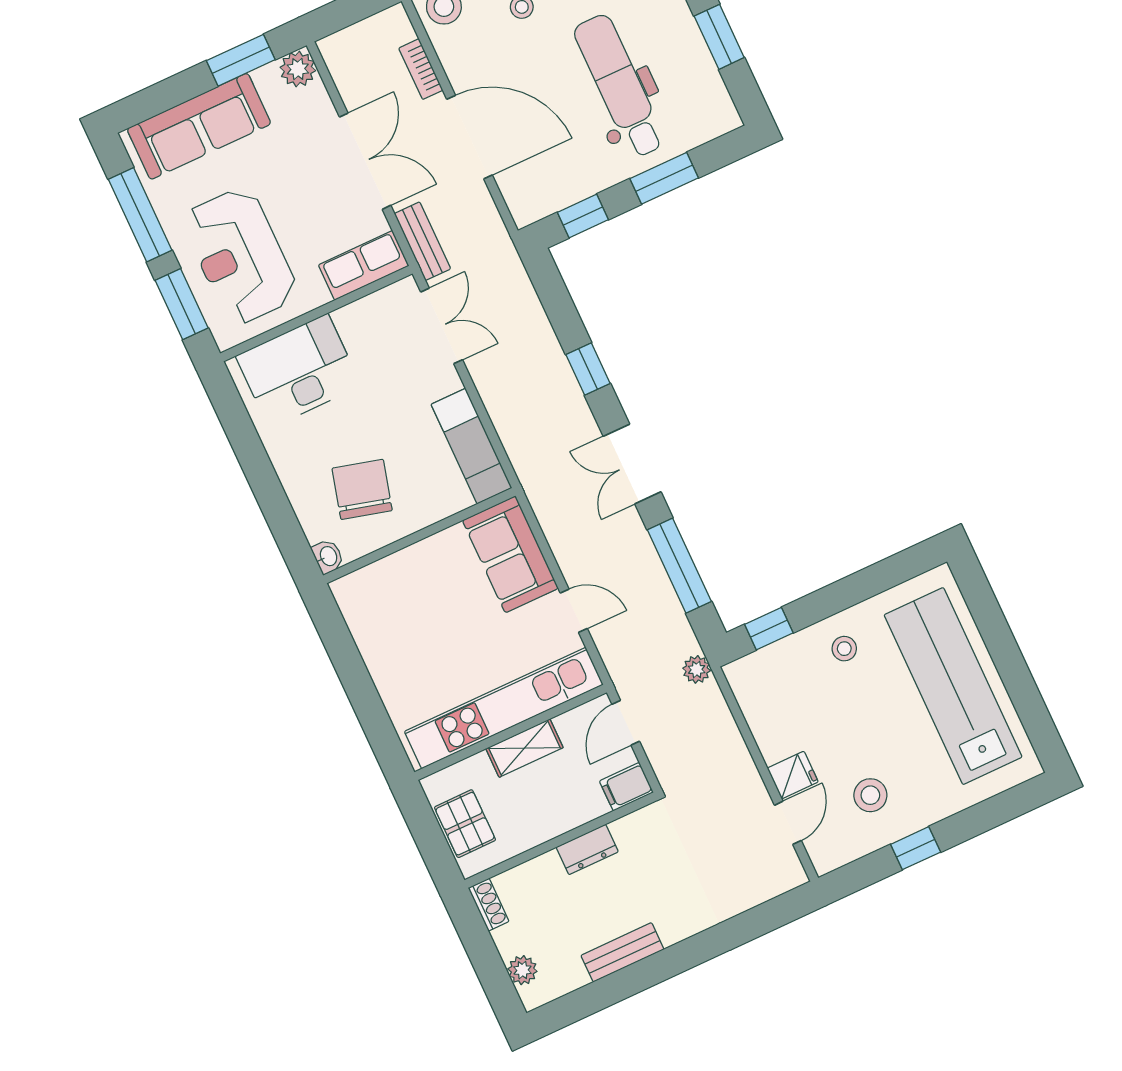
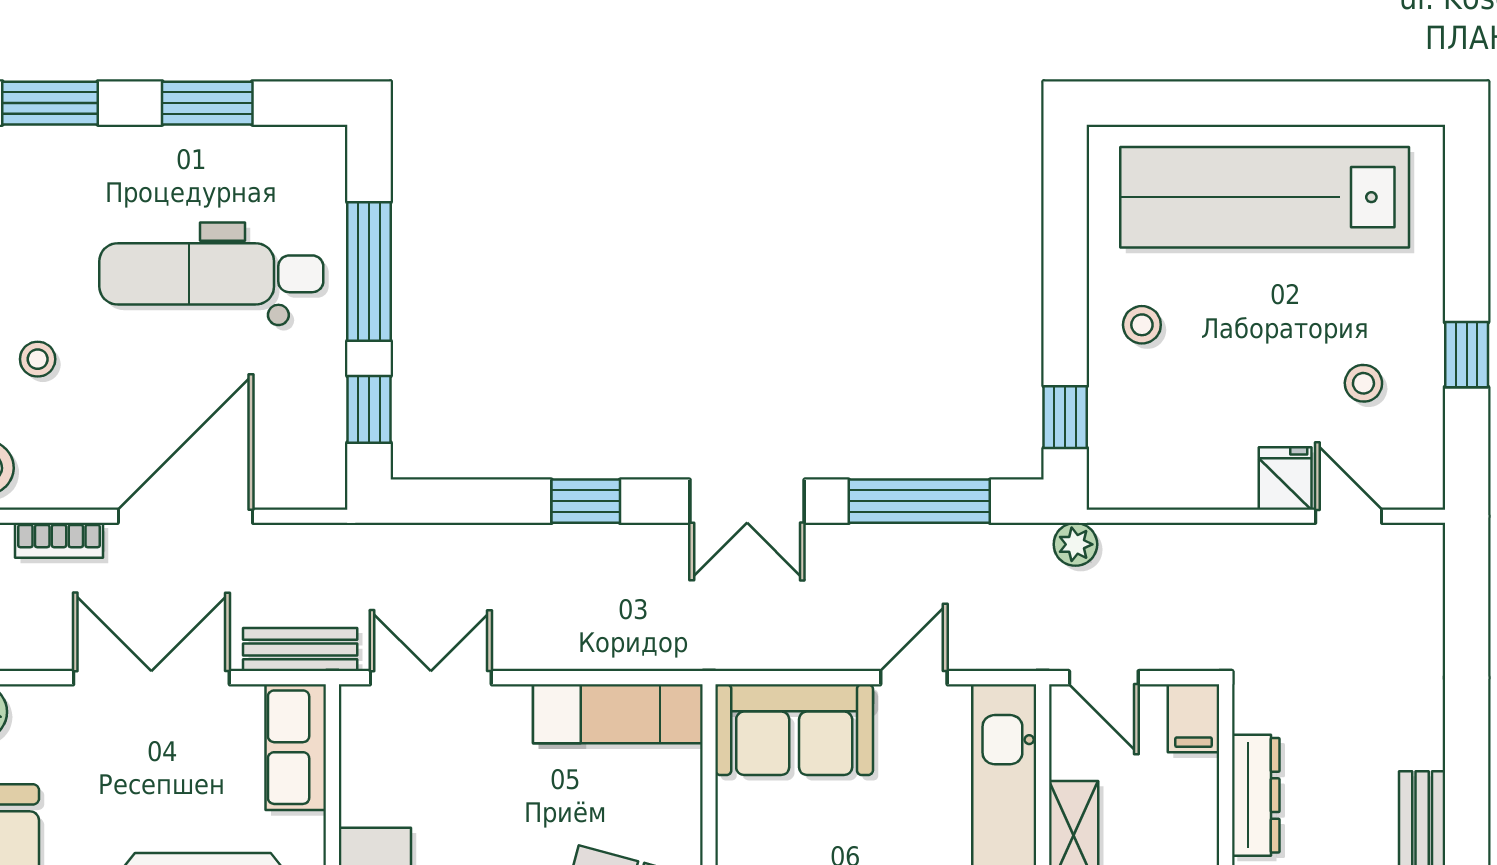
window: (664, 178) -> (369, 272), width x1.44
stool: (870, 795) -> (1363, 383), width x0.73, depth x0.73
dresser: (587, 849) -> (1256, 795), width x1.44

